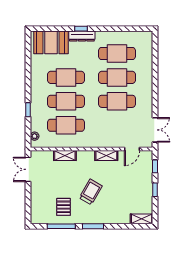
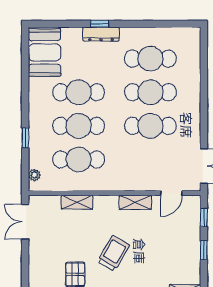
booth: (51, 42) -> (44, 52), moved, turned 90

